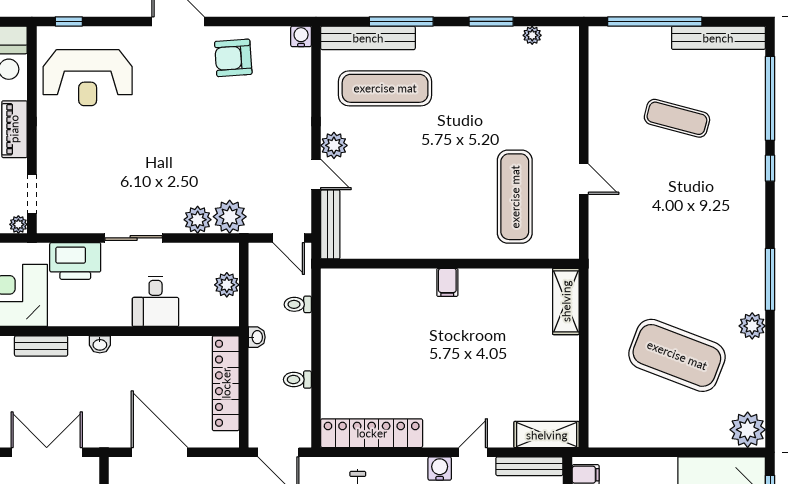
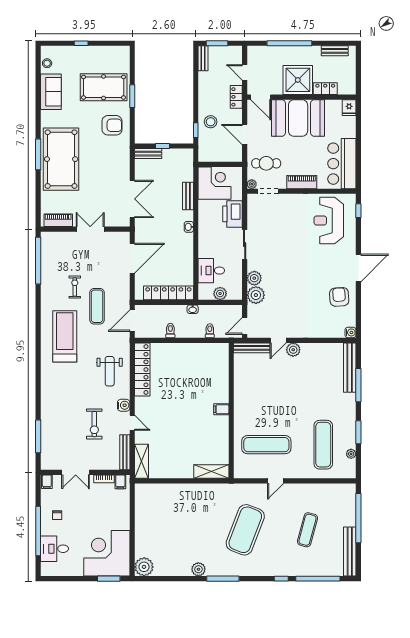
exercise mat: (385, 88) -> (323, 445), moved
desk: (156, 301) -> (211, 271), moved
exercise mat: (677, 355) -> (245, 530), moved

